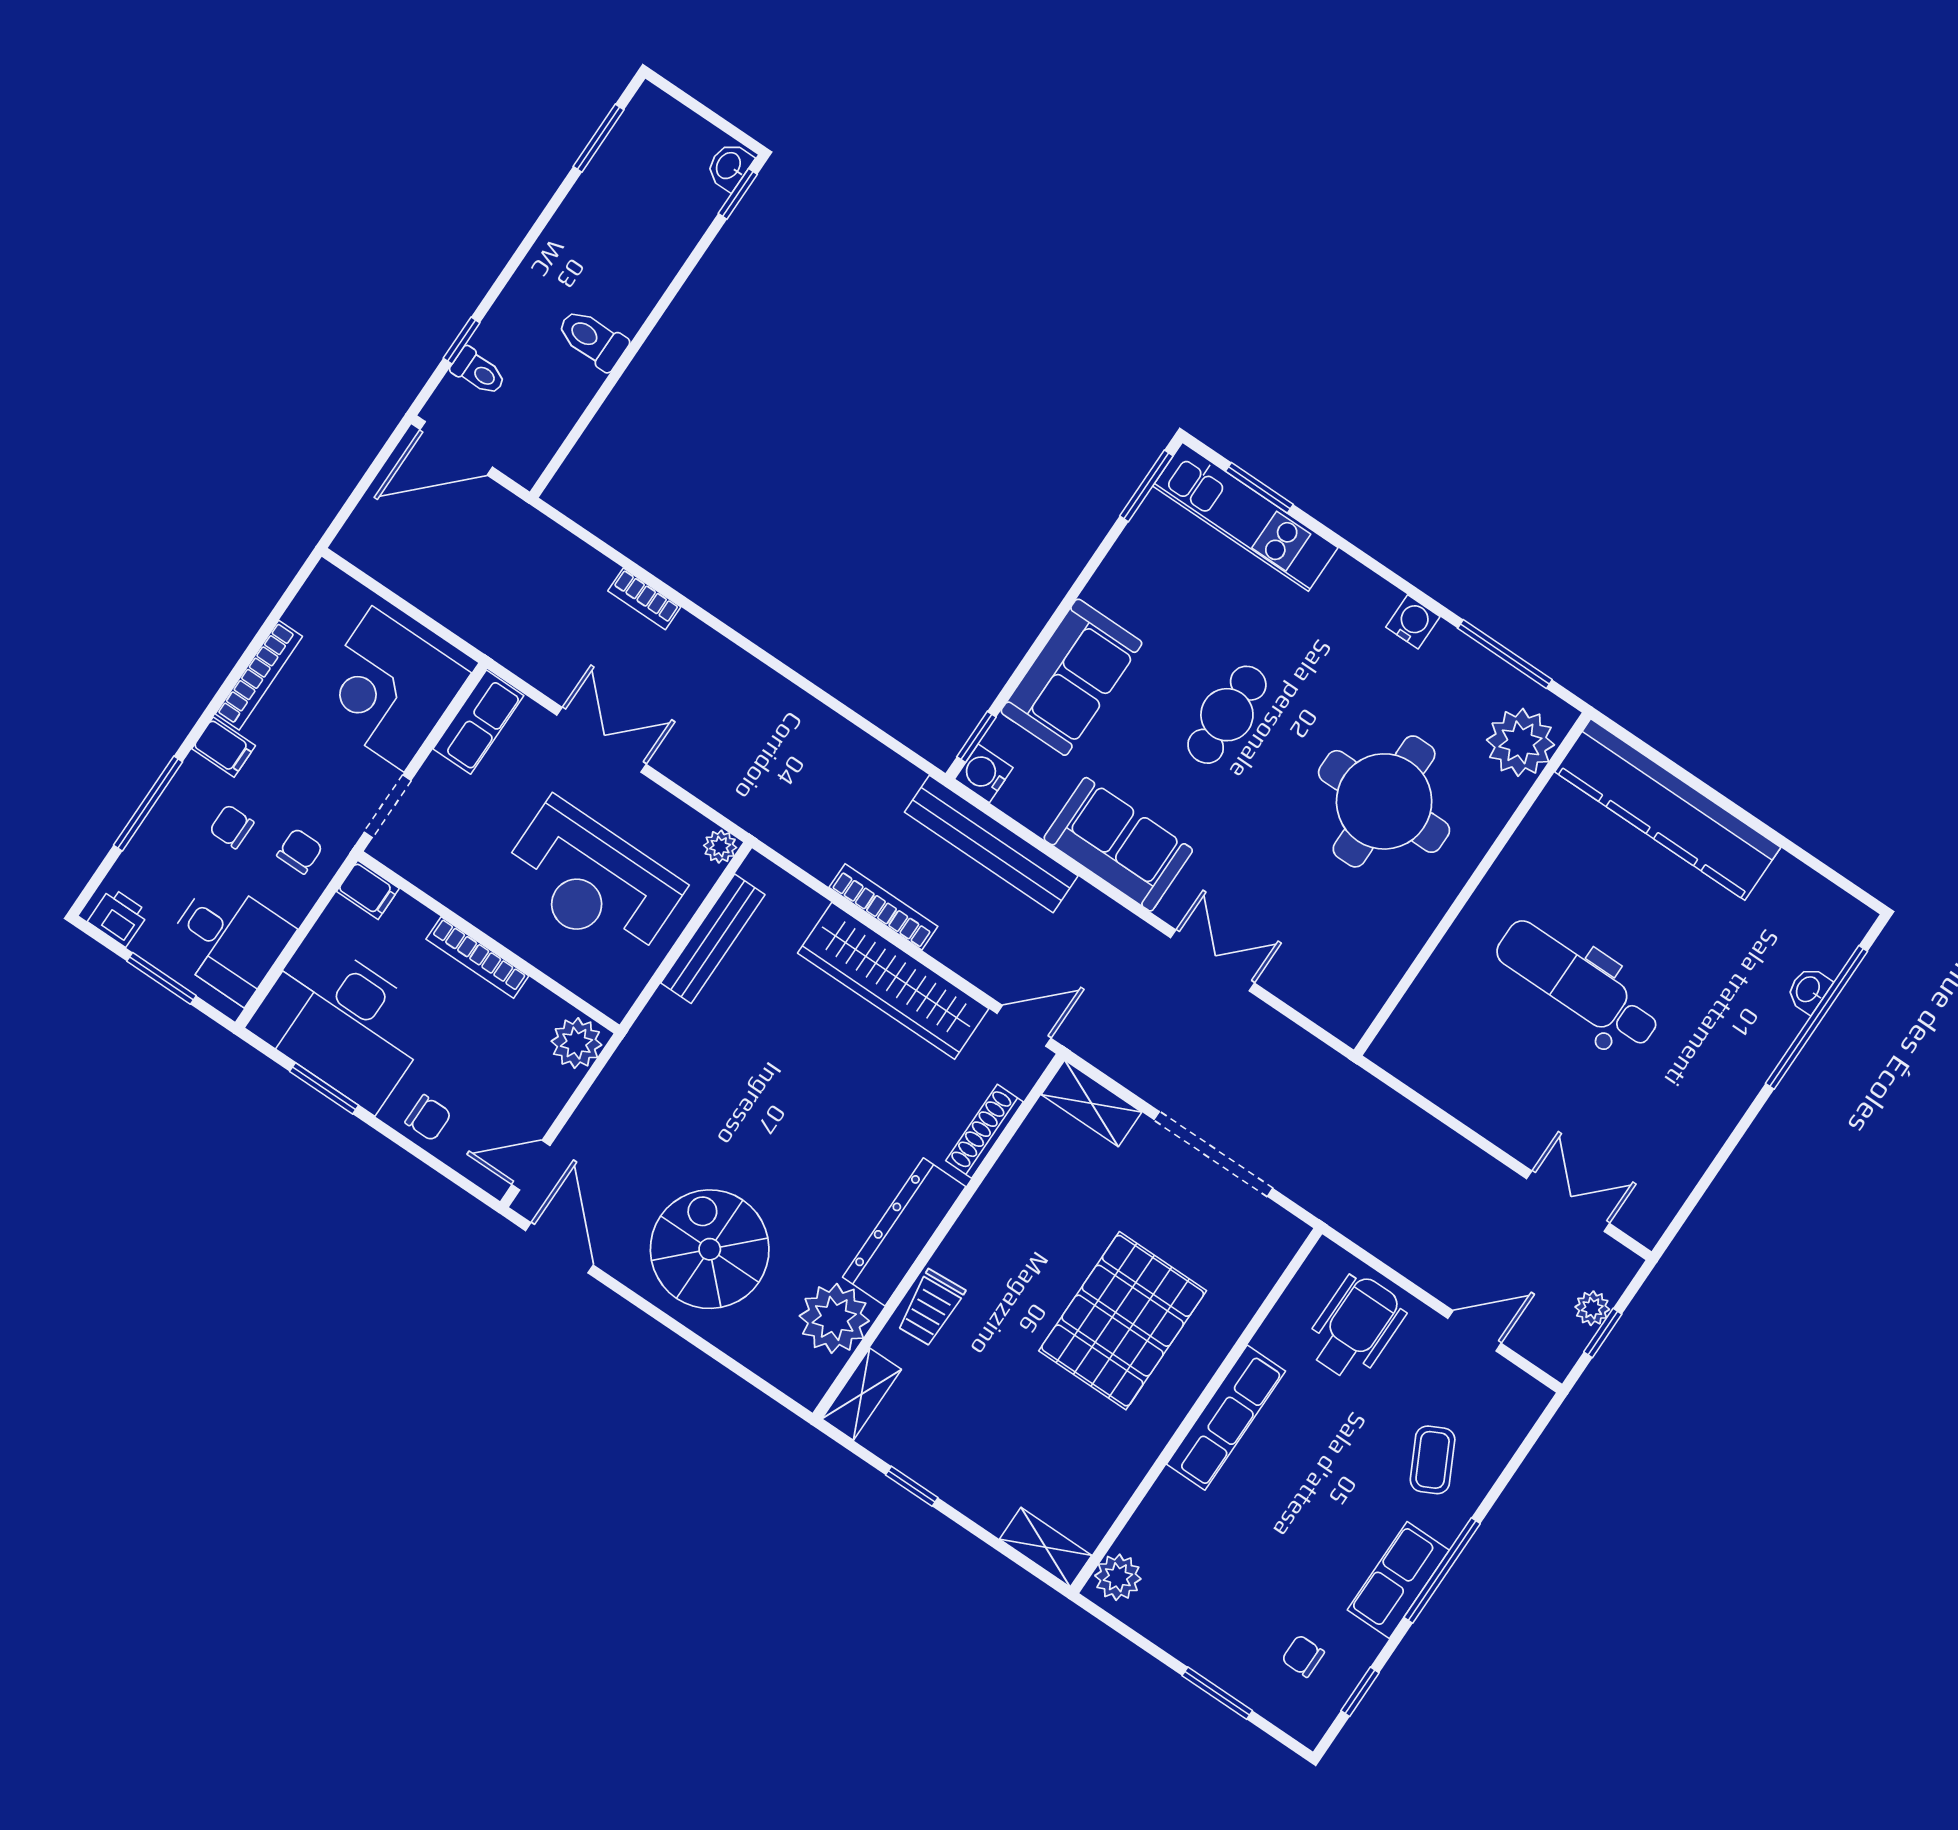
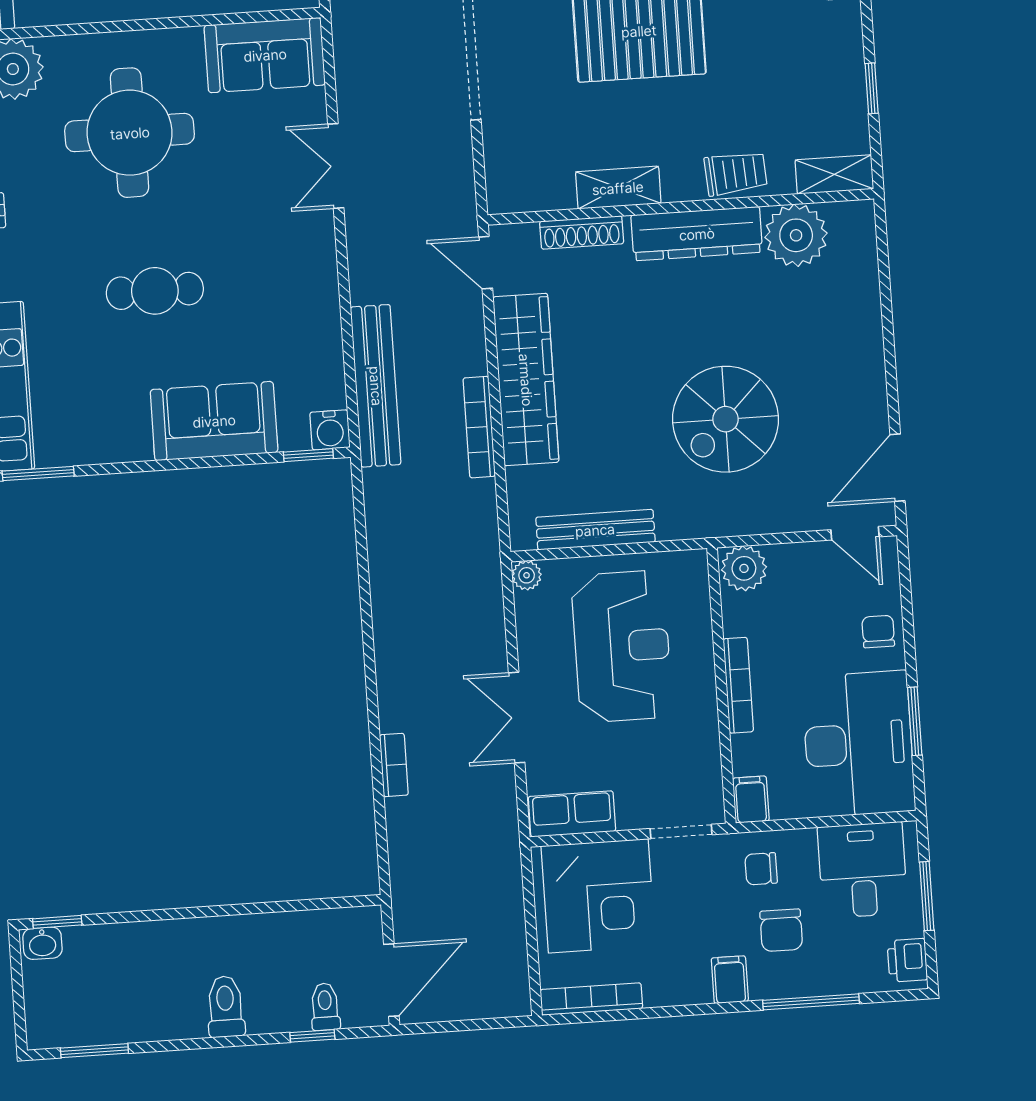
toilet: (592, 339) -> (226, 1007), moved, turned 180
door: (456, 448) -> (391, 980), hinge flipped
bookcase: (259, 675) -> (591, 999), moved
chair: (232, 827) -> (781, 930), width x1.37, depth x1.37
sofa: (1118, 844) -> (265, 55), moved, turned -90
shelving: (1091, 1103) -> (618, 188), moved, turned 90
spiral stairs: (710, 1249) -> (726, 419), moved

